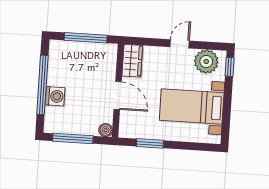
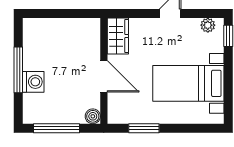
window: (86, 38) -> (63, 14), removed
plant: (206, 61) -> (208, 25), width x0.53, depth x0.53
window: (42, 85) -> (18, 70), width x0.68

